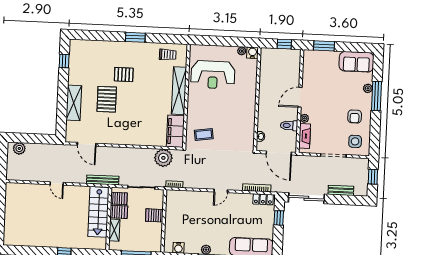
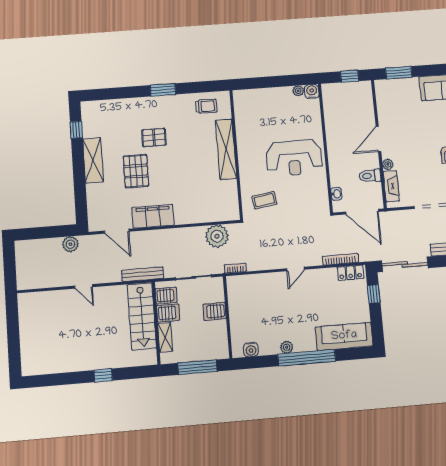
reception desk: (213, 75) -> (294, 158), moved
shelving: (74, 103) -> (93, 160), moved
filing cabinet: (175, 131) -> (153, 216), moved, turned 90
plant: (19, 148) -> (70, 244), moved

